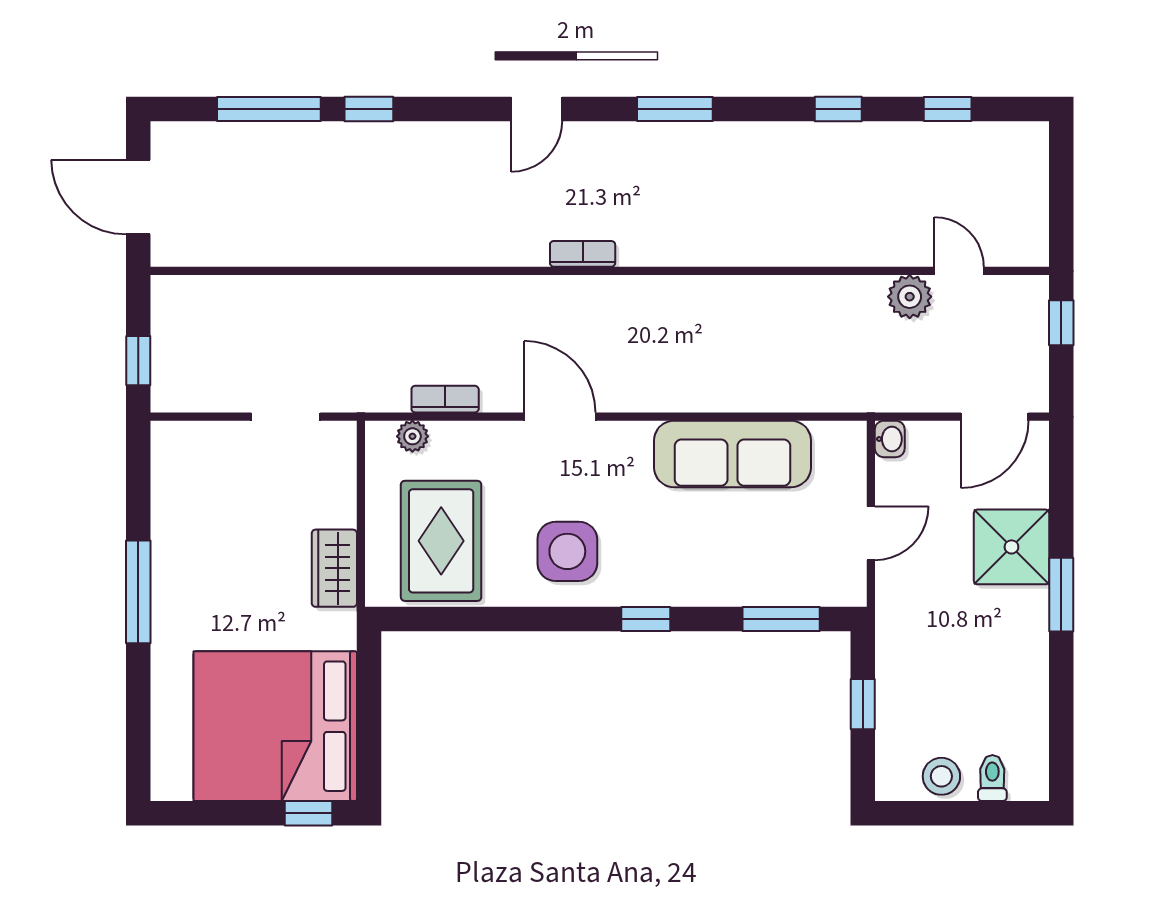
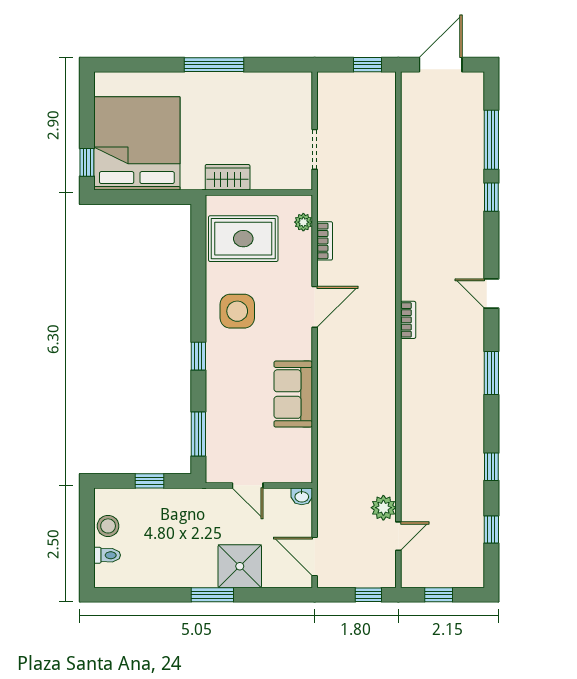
window: (1061, 201) -> (439, 595), added
window: (138, 361) -> (367, 65), moved
sofa: (732, 454) -> (293, 394), width x0.73

